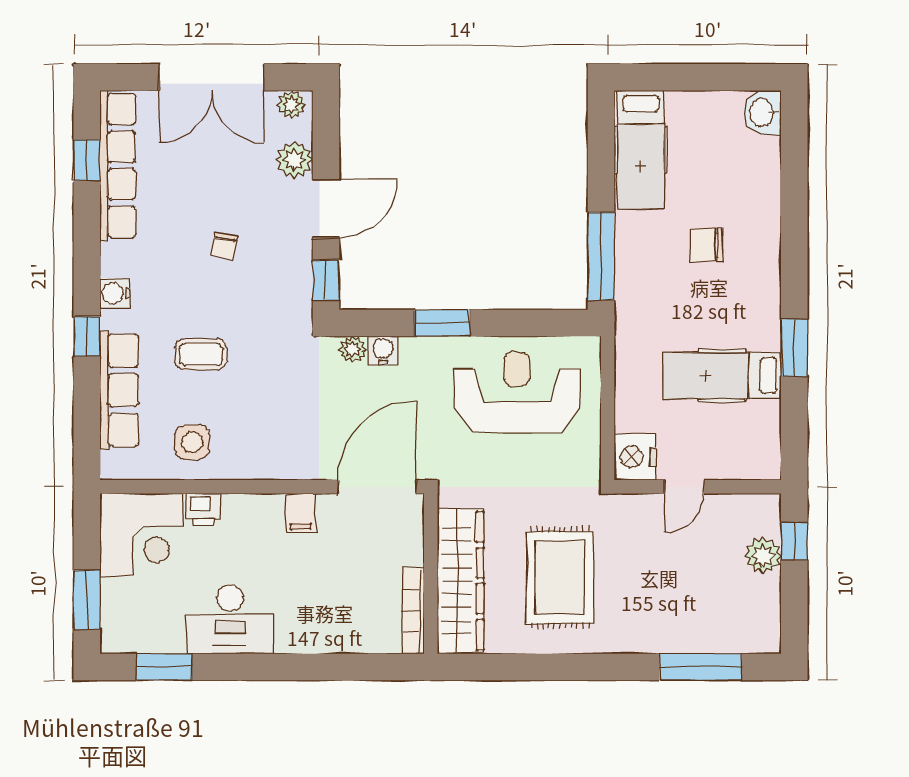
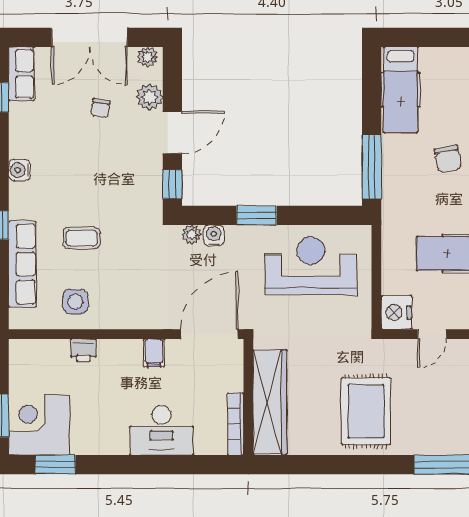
row of seats: (118, 166) -> (21, 74), width x0.50
chair: (706, 245) -> (448, 159), turned -101
chair: (224, 246) -> (100, 108), moved
water cooler: (115, 293) -> (19, 170), moved
corner desk: (142, 535) -> (39, 425), moved, turned 180
rug: (560, 578) -> (366, 411), moved
desk: (230, 619) -> (162, 430), moved

